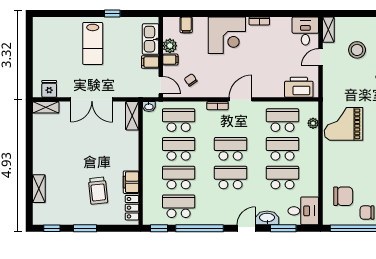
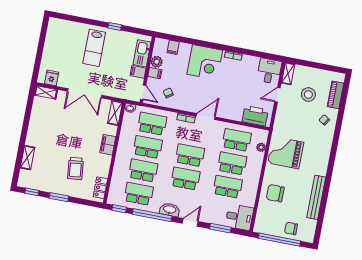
filing cabinet: (131, 182) -> (108, 145), moved
chair: (343, 196) -> (275, 193), moved, turned 180
washbasin: (267, 218) -> (170, 210), moved

